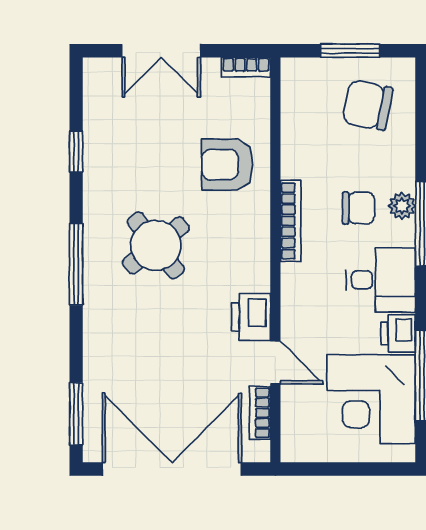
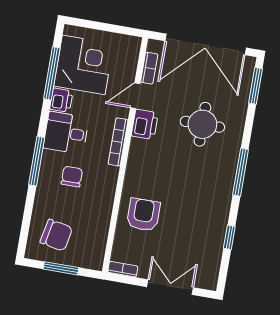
armchair: (227, 165) -> (143, 215), turned -90
plant: (402, 206) -> (46, 173), removed
chair: (358, 208) -> (72, 177), turned 90
bookcase: (291, 221) -> (118, 142), moved
round table: (156, 245) -> (202, 124), moved, turned 38
door: (275, 362) -> (135, 96), hinge flipped

